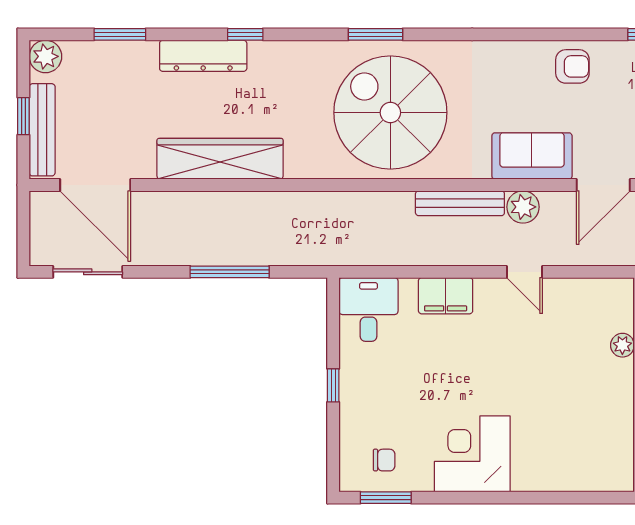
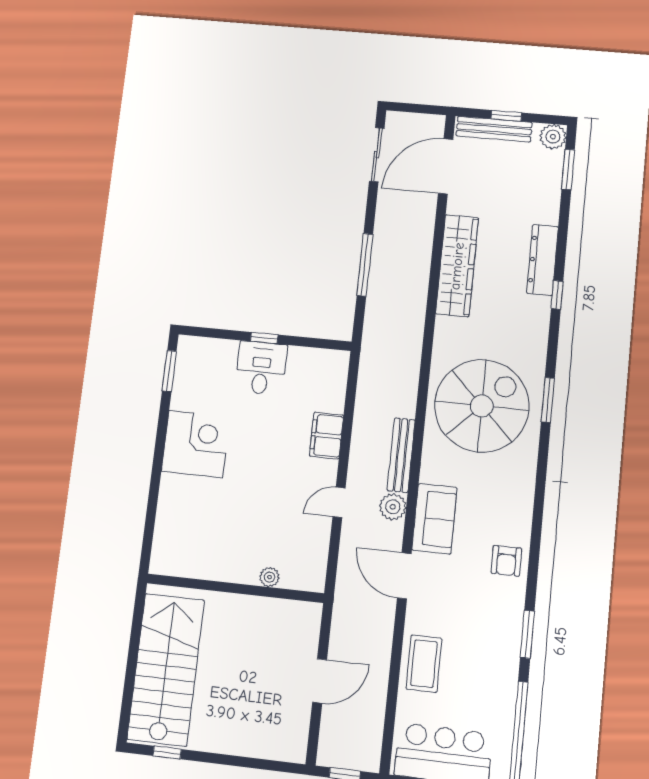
window: (120, 34) -> (568, 169), moved
desk: (368, 309) -> (261, 368), moved, turned -90
chair: (384, 460) -> (199, 373), removed

